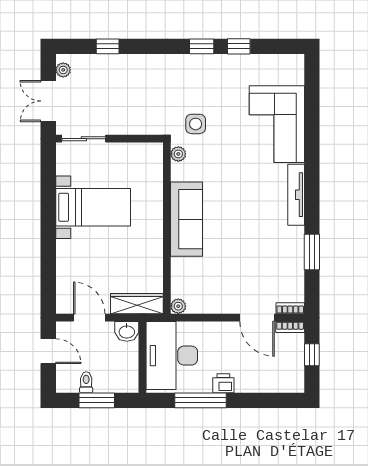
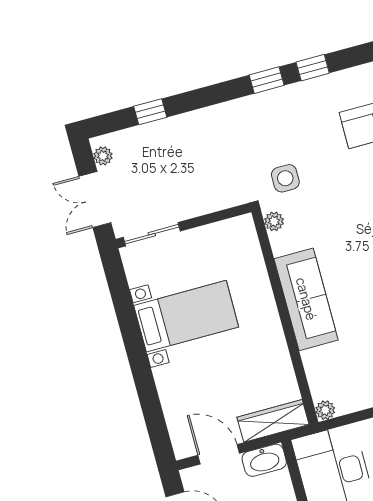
washbasin: (127, 331) -> (264, 460), width x1.38

